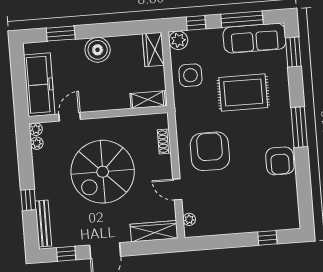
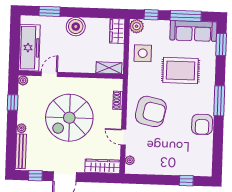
plant: (37, 143) -> (21, 128), moved
armchair: (210, 151) -> (151, 111), turned 102
window: (28, 200) -> (13, 102), moved

